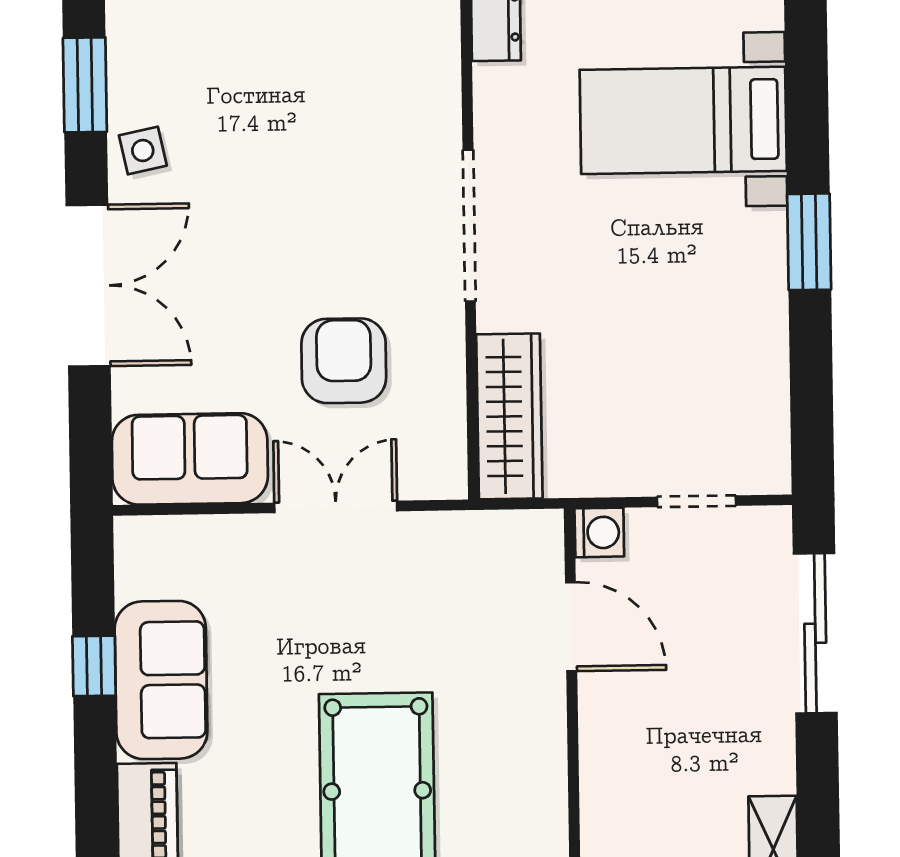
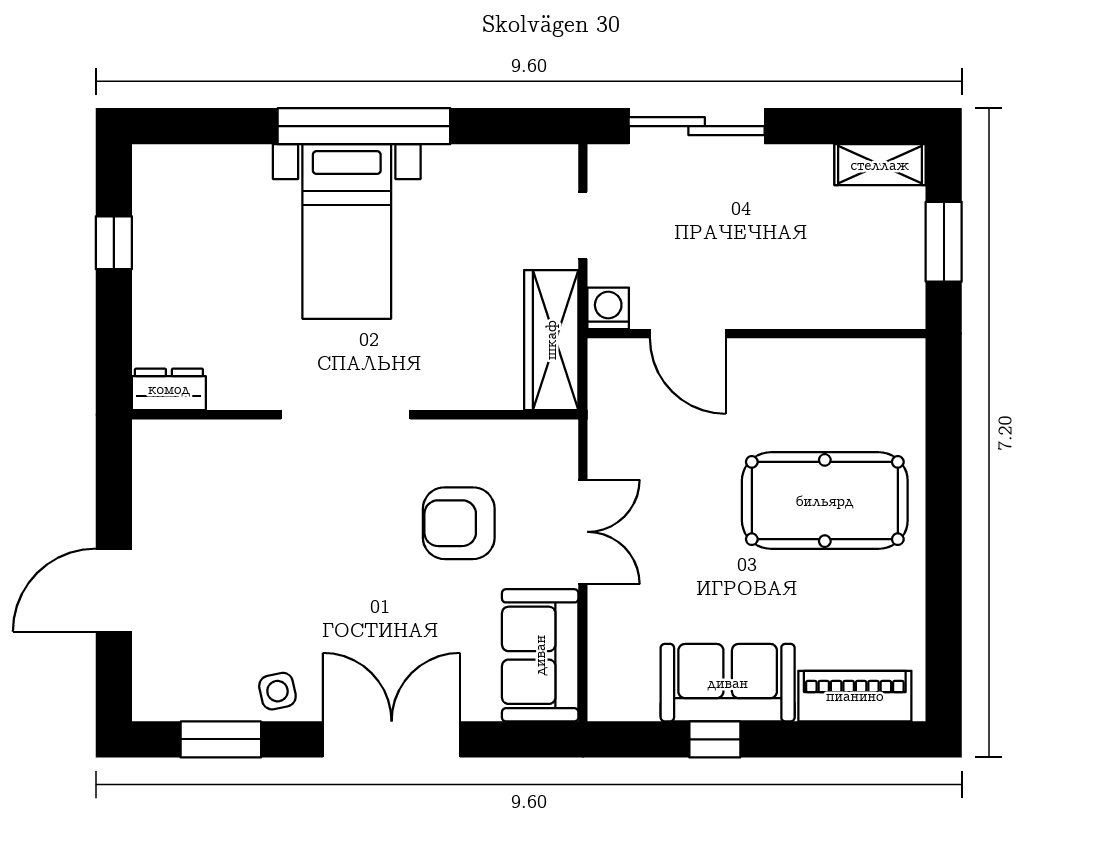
bed with nightstands: (683, 120) -> (347, 232), moved
window: (809, 242) -> (364, 126), width x2.11
wardrobe: (509, 416) -> (551, 340), moved, turned -90
double door: (336, 507) -> (583, 532), swing flipped
door: (571, 627) -> (688, 334), swing flipped

